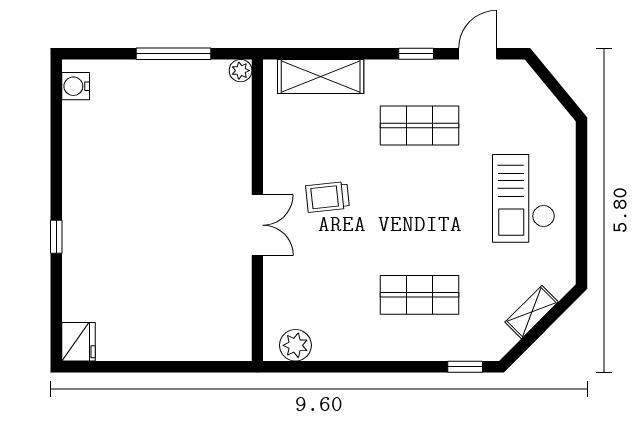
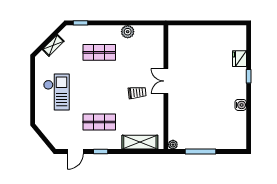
water cooler: (76, 86) -> (241, 105), moved
fridge: (79, 342) -> (239, 59), moved
plant: (295, 345) -> (128, 32), moved

